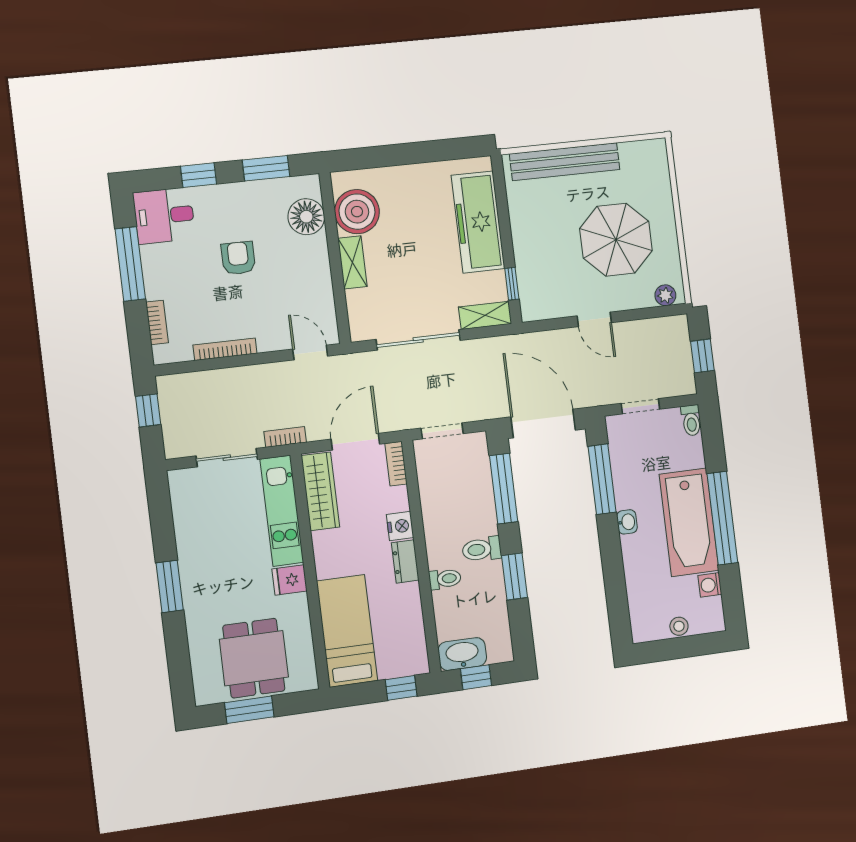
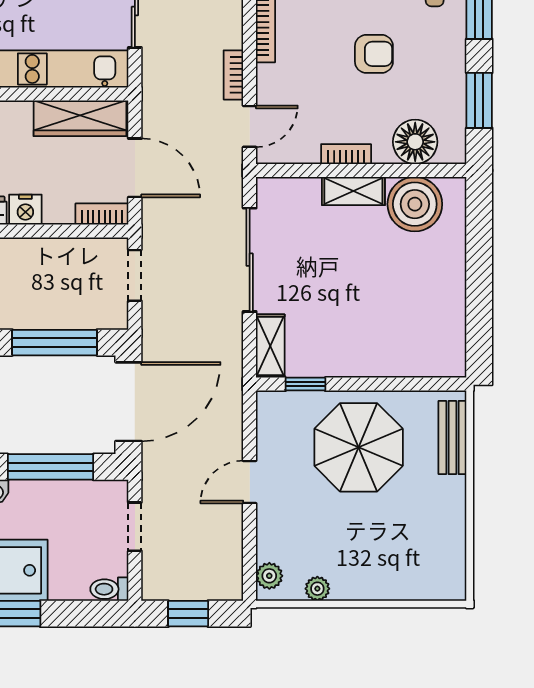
bench: (565, 162) -> (452, 437), width x0.54, depth x0.82
freezer: (478, 222) -> (386, 351), removed
parasol: (616, 240) -> (359, 447), moved
plant: (671, 256) -> (317, 589), added
bookcase: (323, 272) -> (346, 154), added
bookcase: (285, 437) -> (233, 75), moved, turned 180

